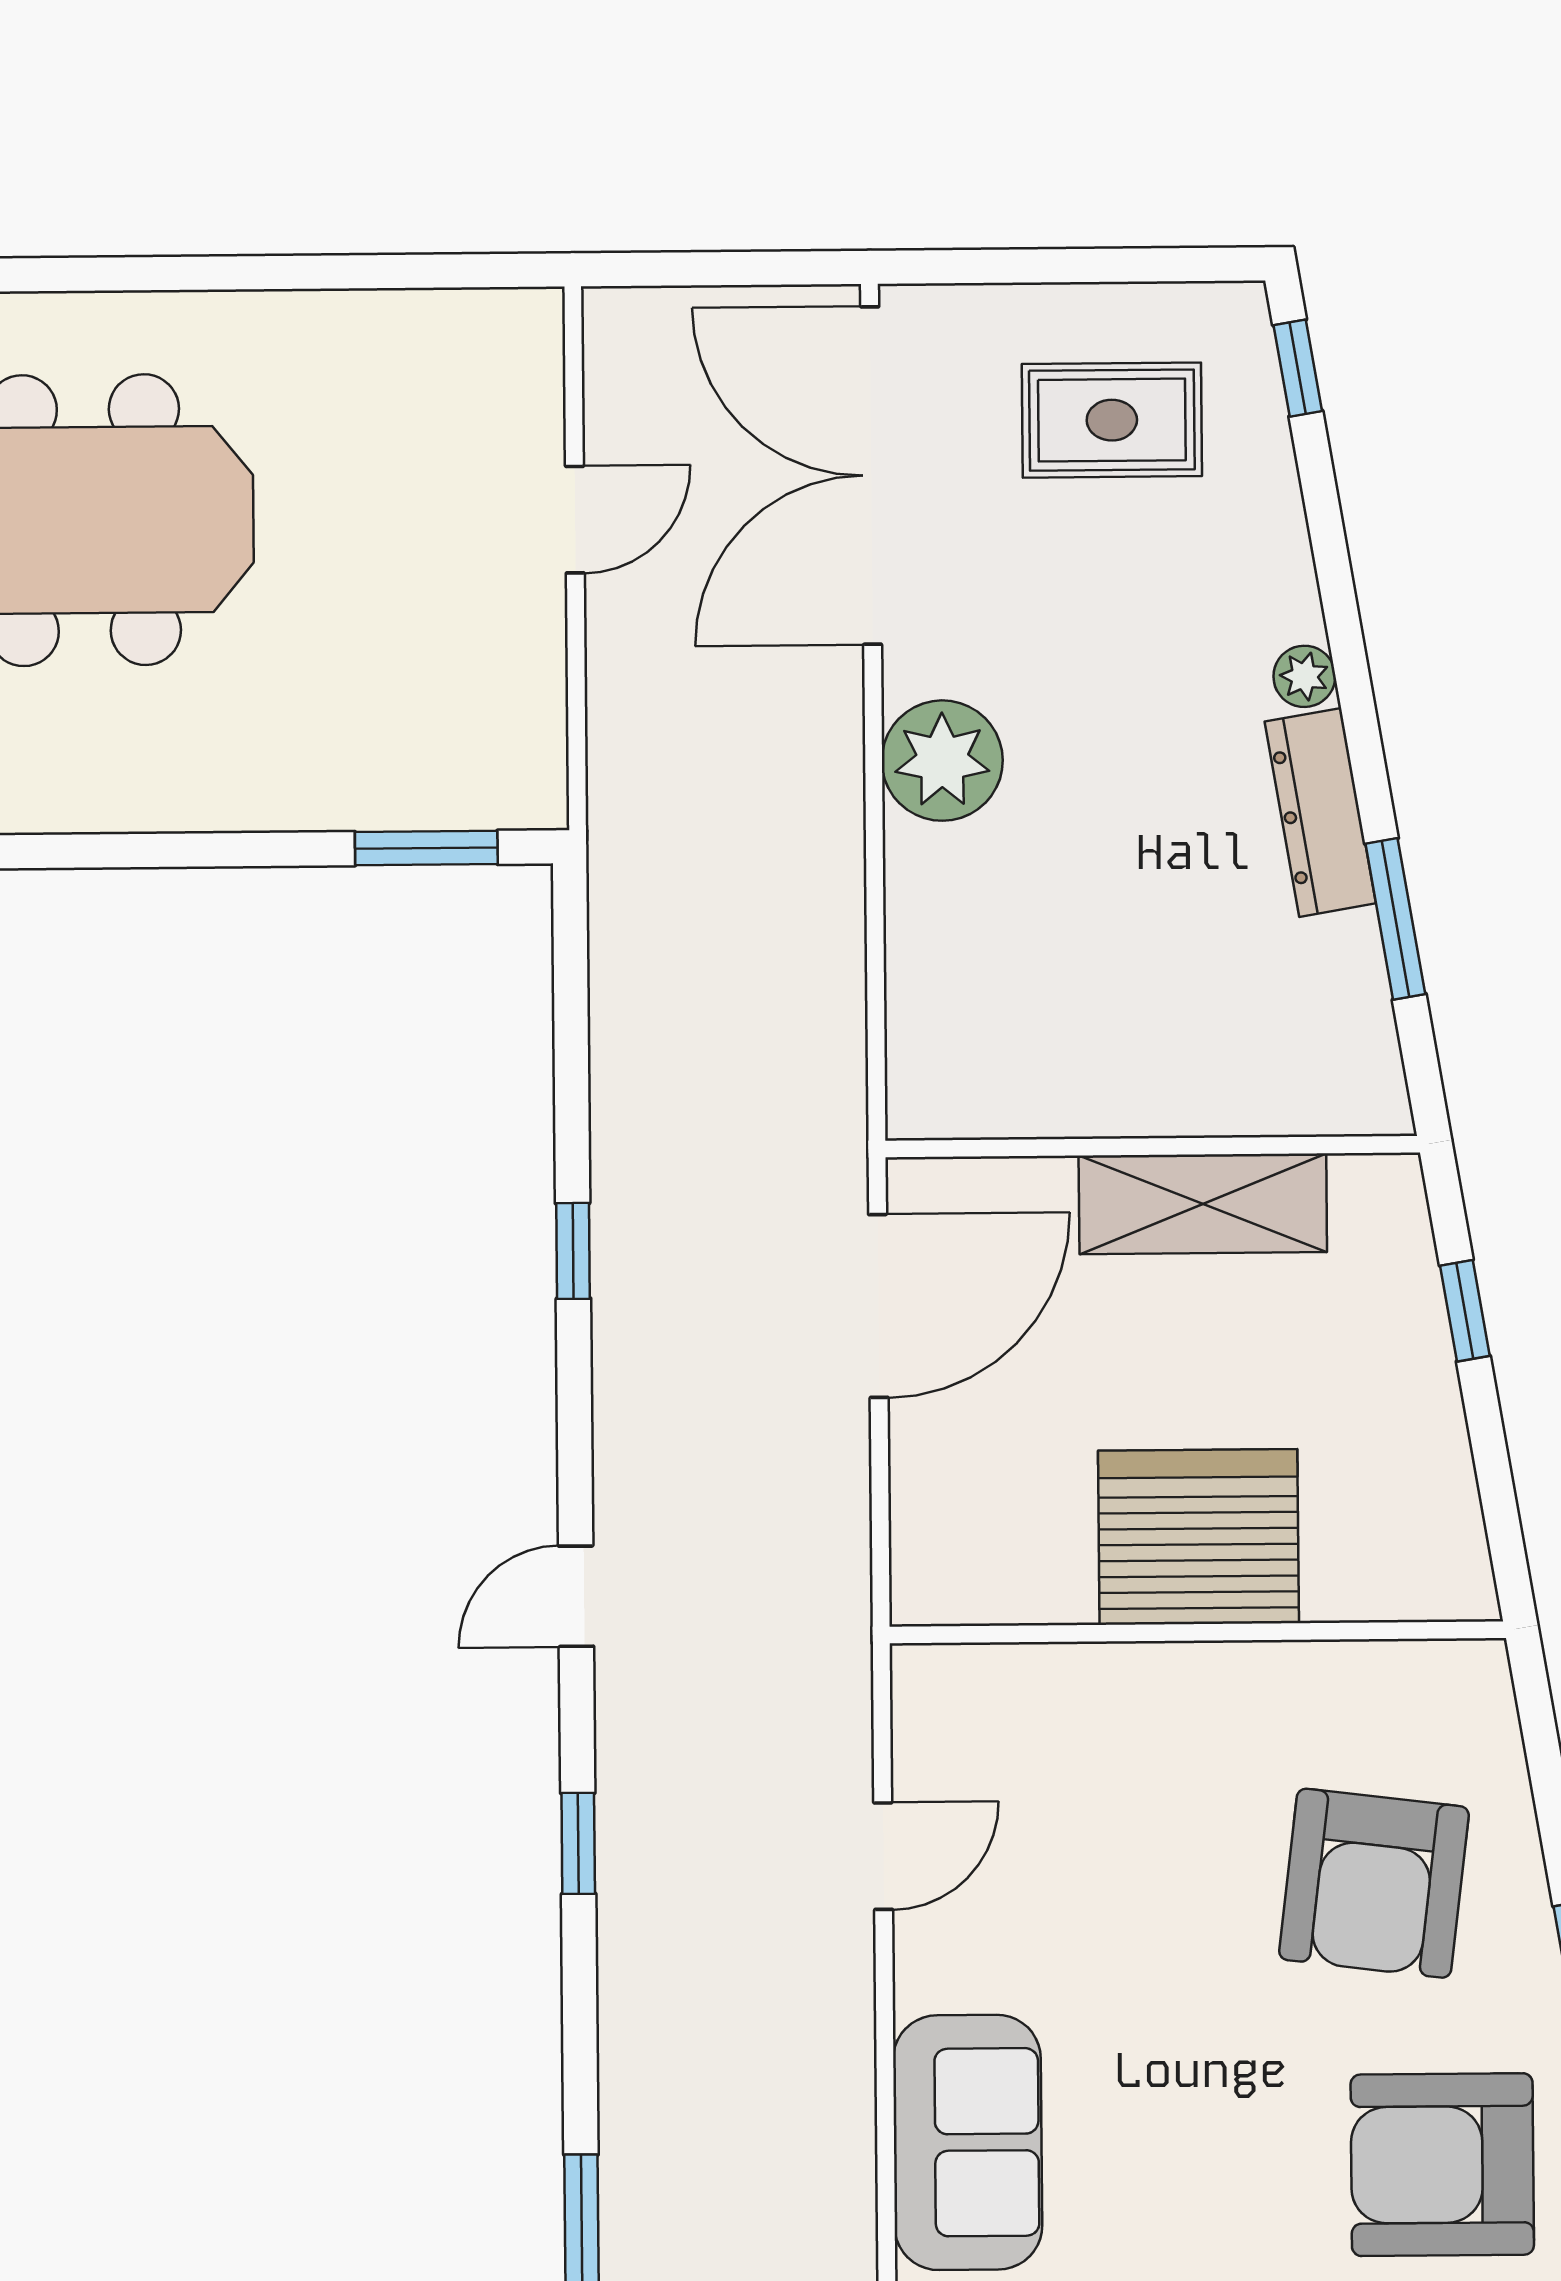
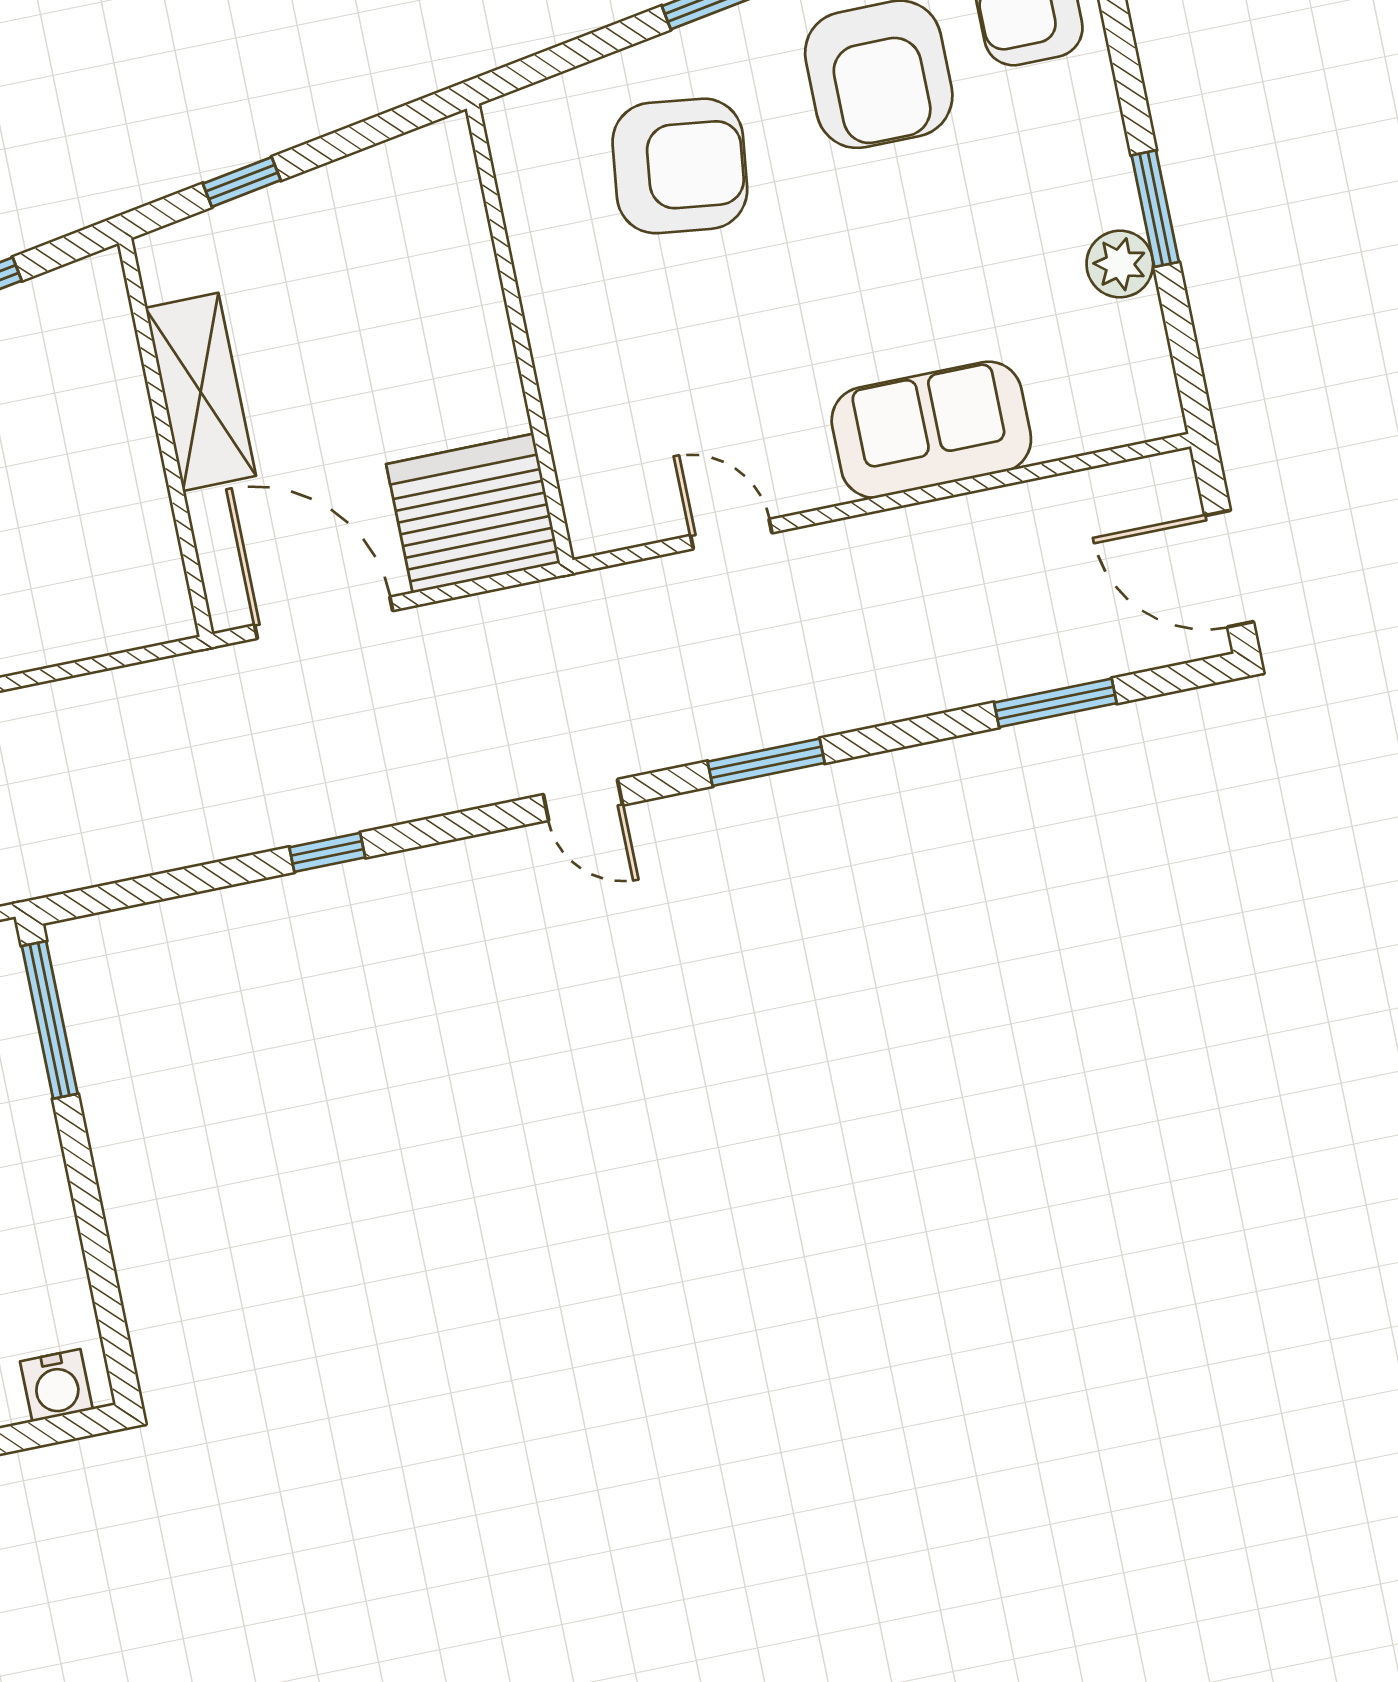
window: (426, 848) -> (50, 1020), width x1.44
server rack: (1198, 1537) -> (473, 513), moved, turned 90
window: (578, 1843) -> (766, 762), width x1.50

